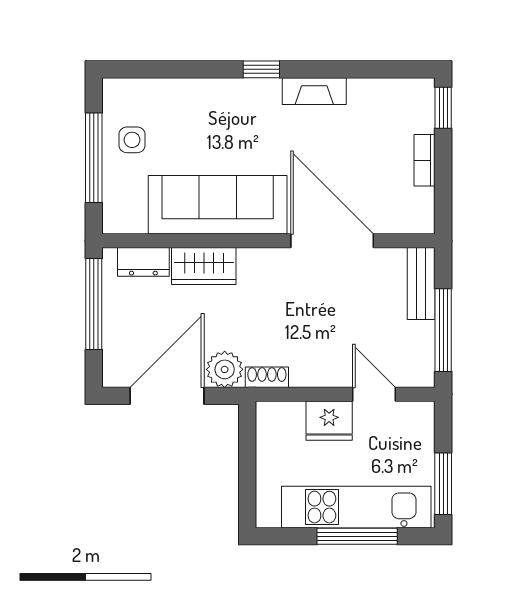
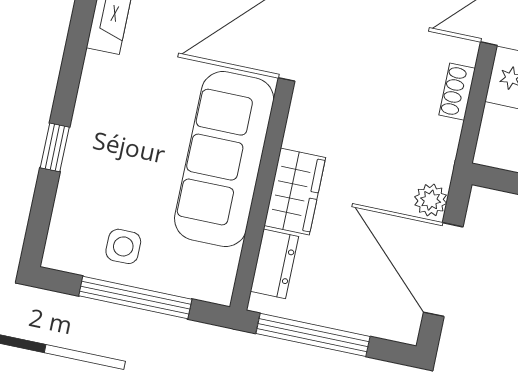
window: (261, 69) -> (55, 147), moved
plant: (225, 369) -> (431, 200), width x0.73, depth x0.73
shoe rack: (267, 377) -> (457, 92), moved

